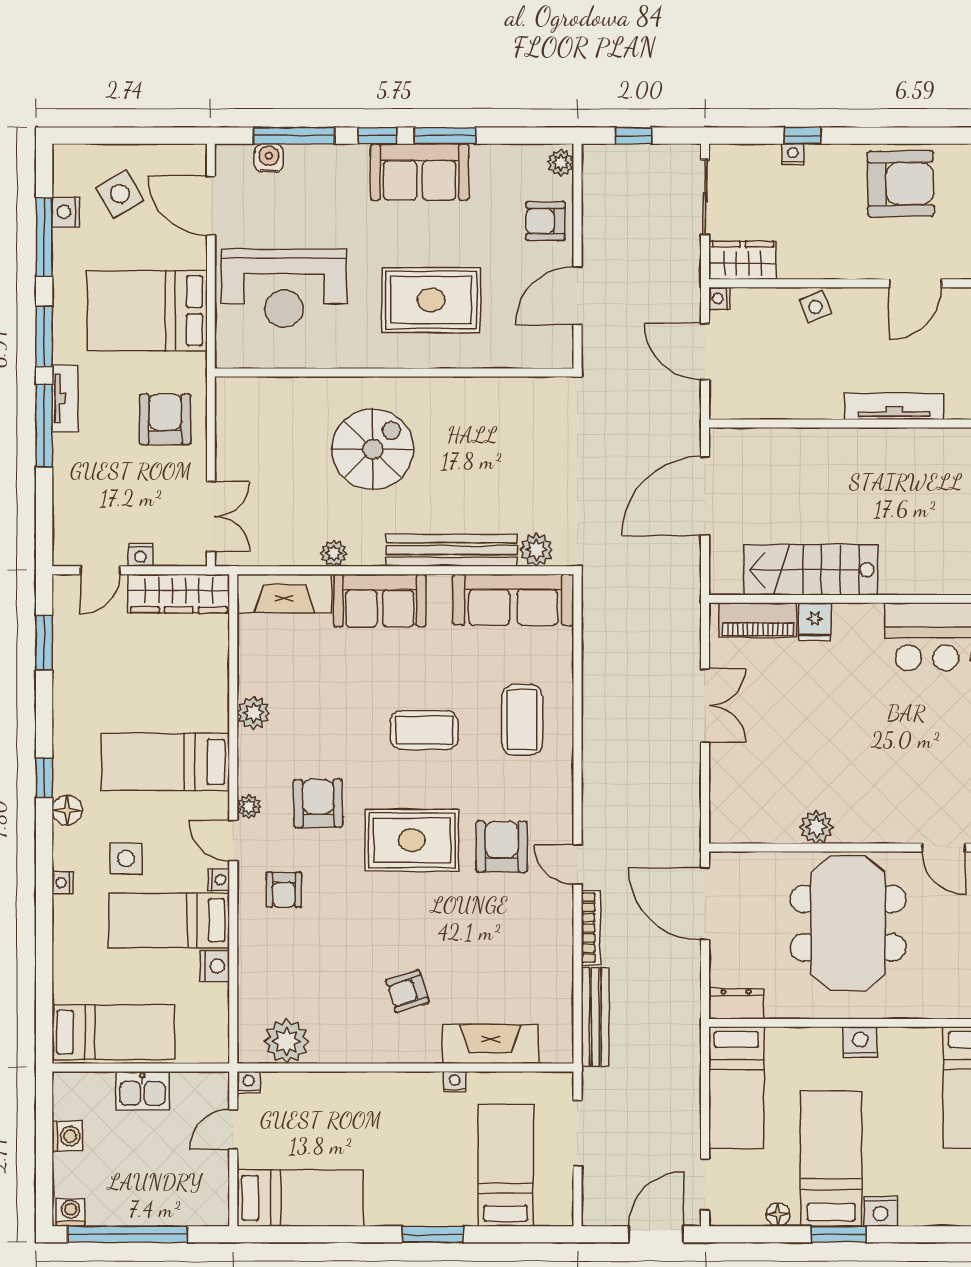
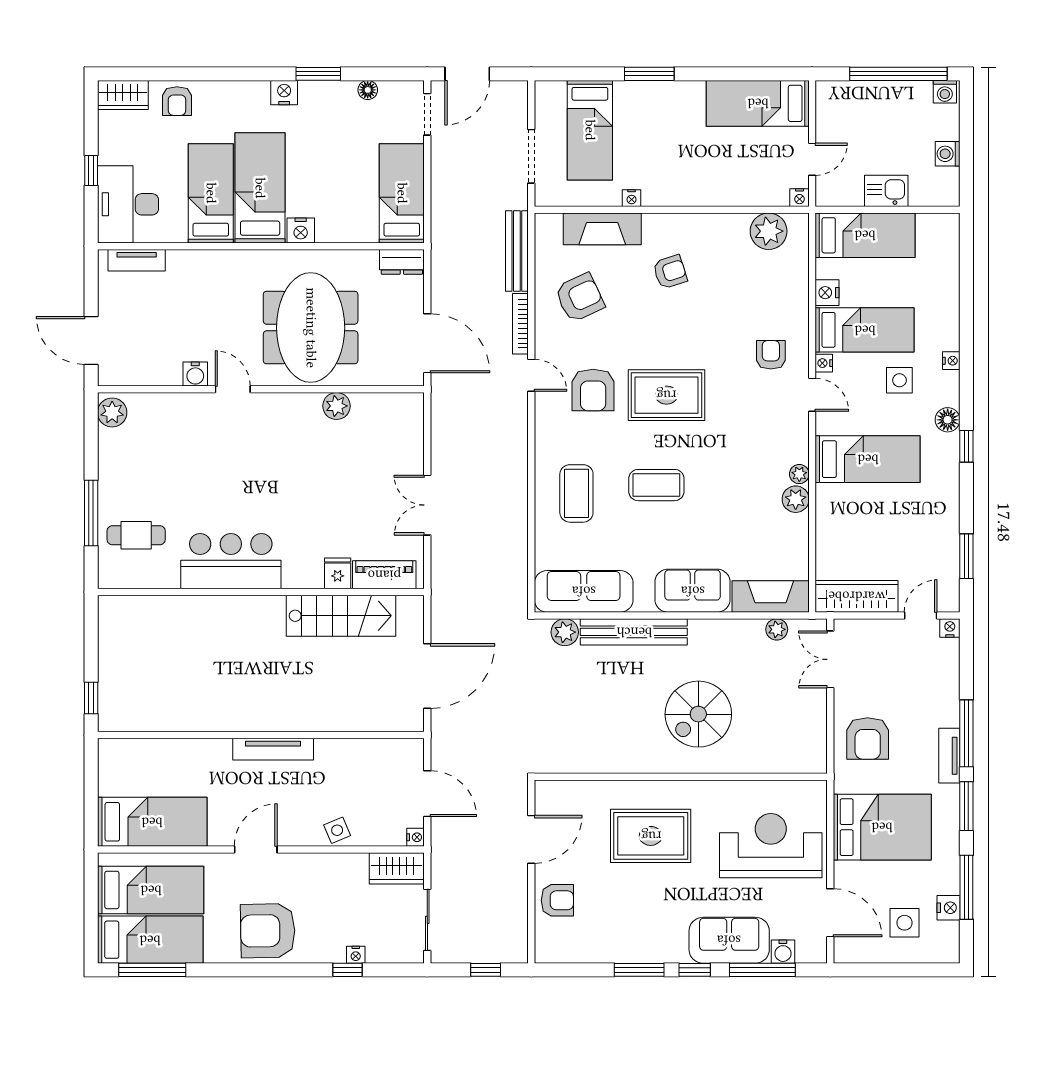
plant: (561, 163) -> (545, 948), removed
sofa: (419, 172) -> (729, 940), moved
side table: (120, 194) -> (904, 923), turned 30
plant: (334, 553) -> (777, 629), moved
nightstand: (140, 555) -> (950, 628), moved
armchair: (318, 803) -> (580, 298), moved, turned -114
plant: (249, 807) -> (799, 474), moved
bed: (113, 1032) -> (865, 235), moved, turned 180
bed: (831, 1159) -> (260, 188), moved, turned 180

